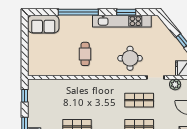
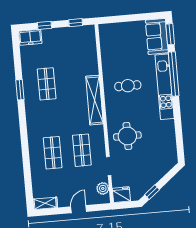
window: (126, 12) -> (170, 34), moved
kitchen unit: (122, 21) -> (165, 87), moved
shelving: (95, 85) -> (95, 100), added

